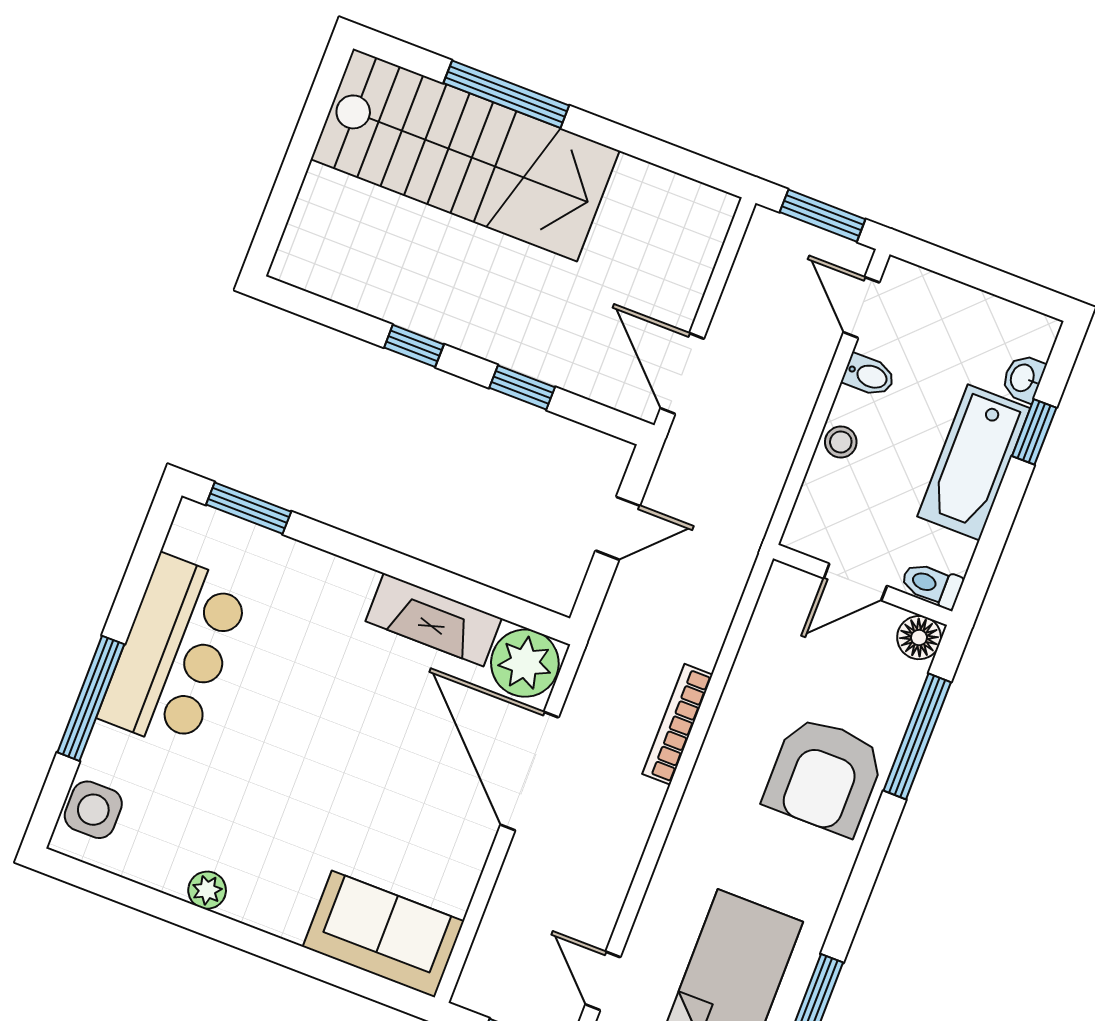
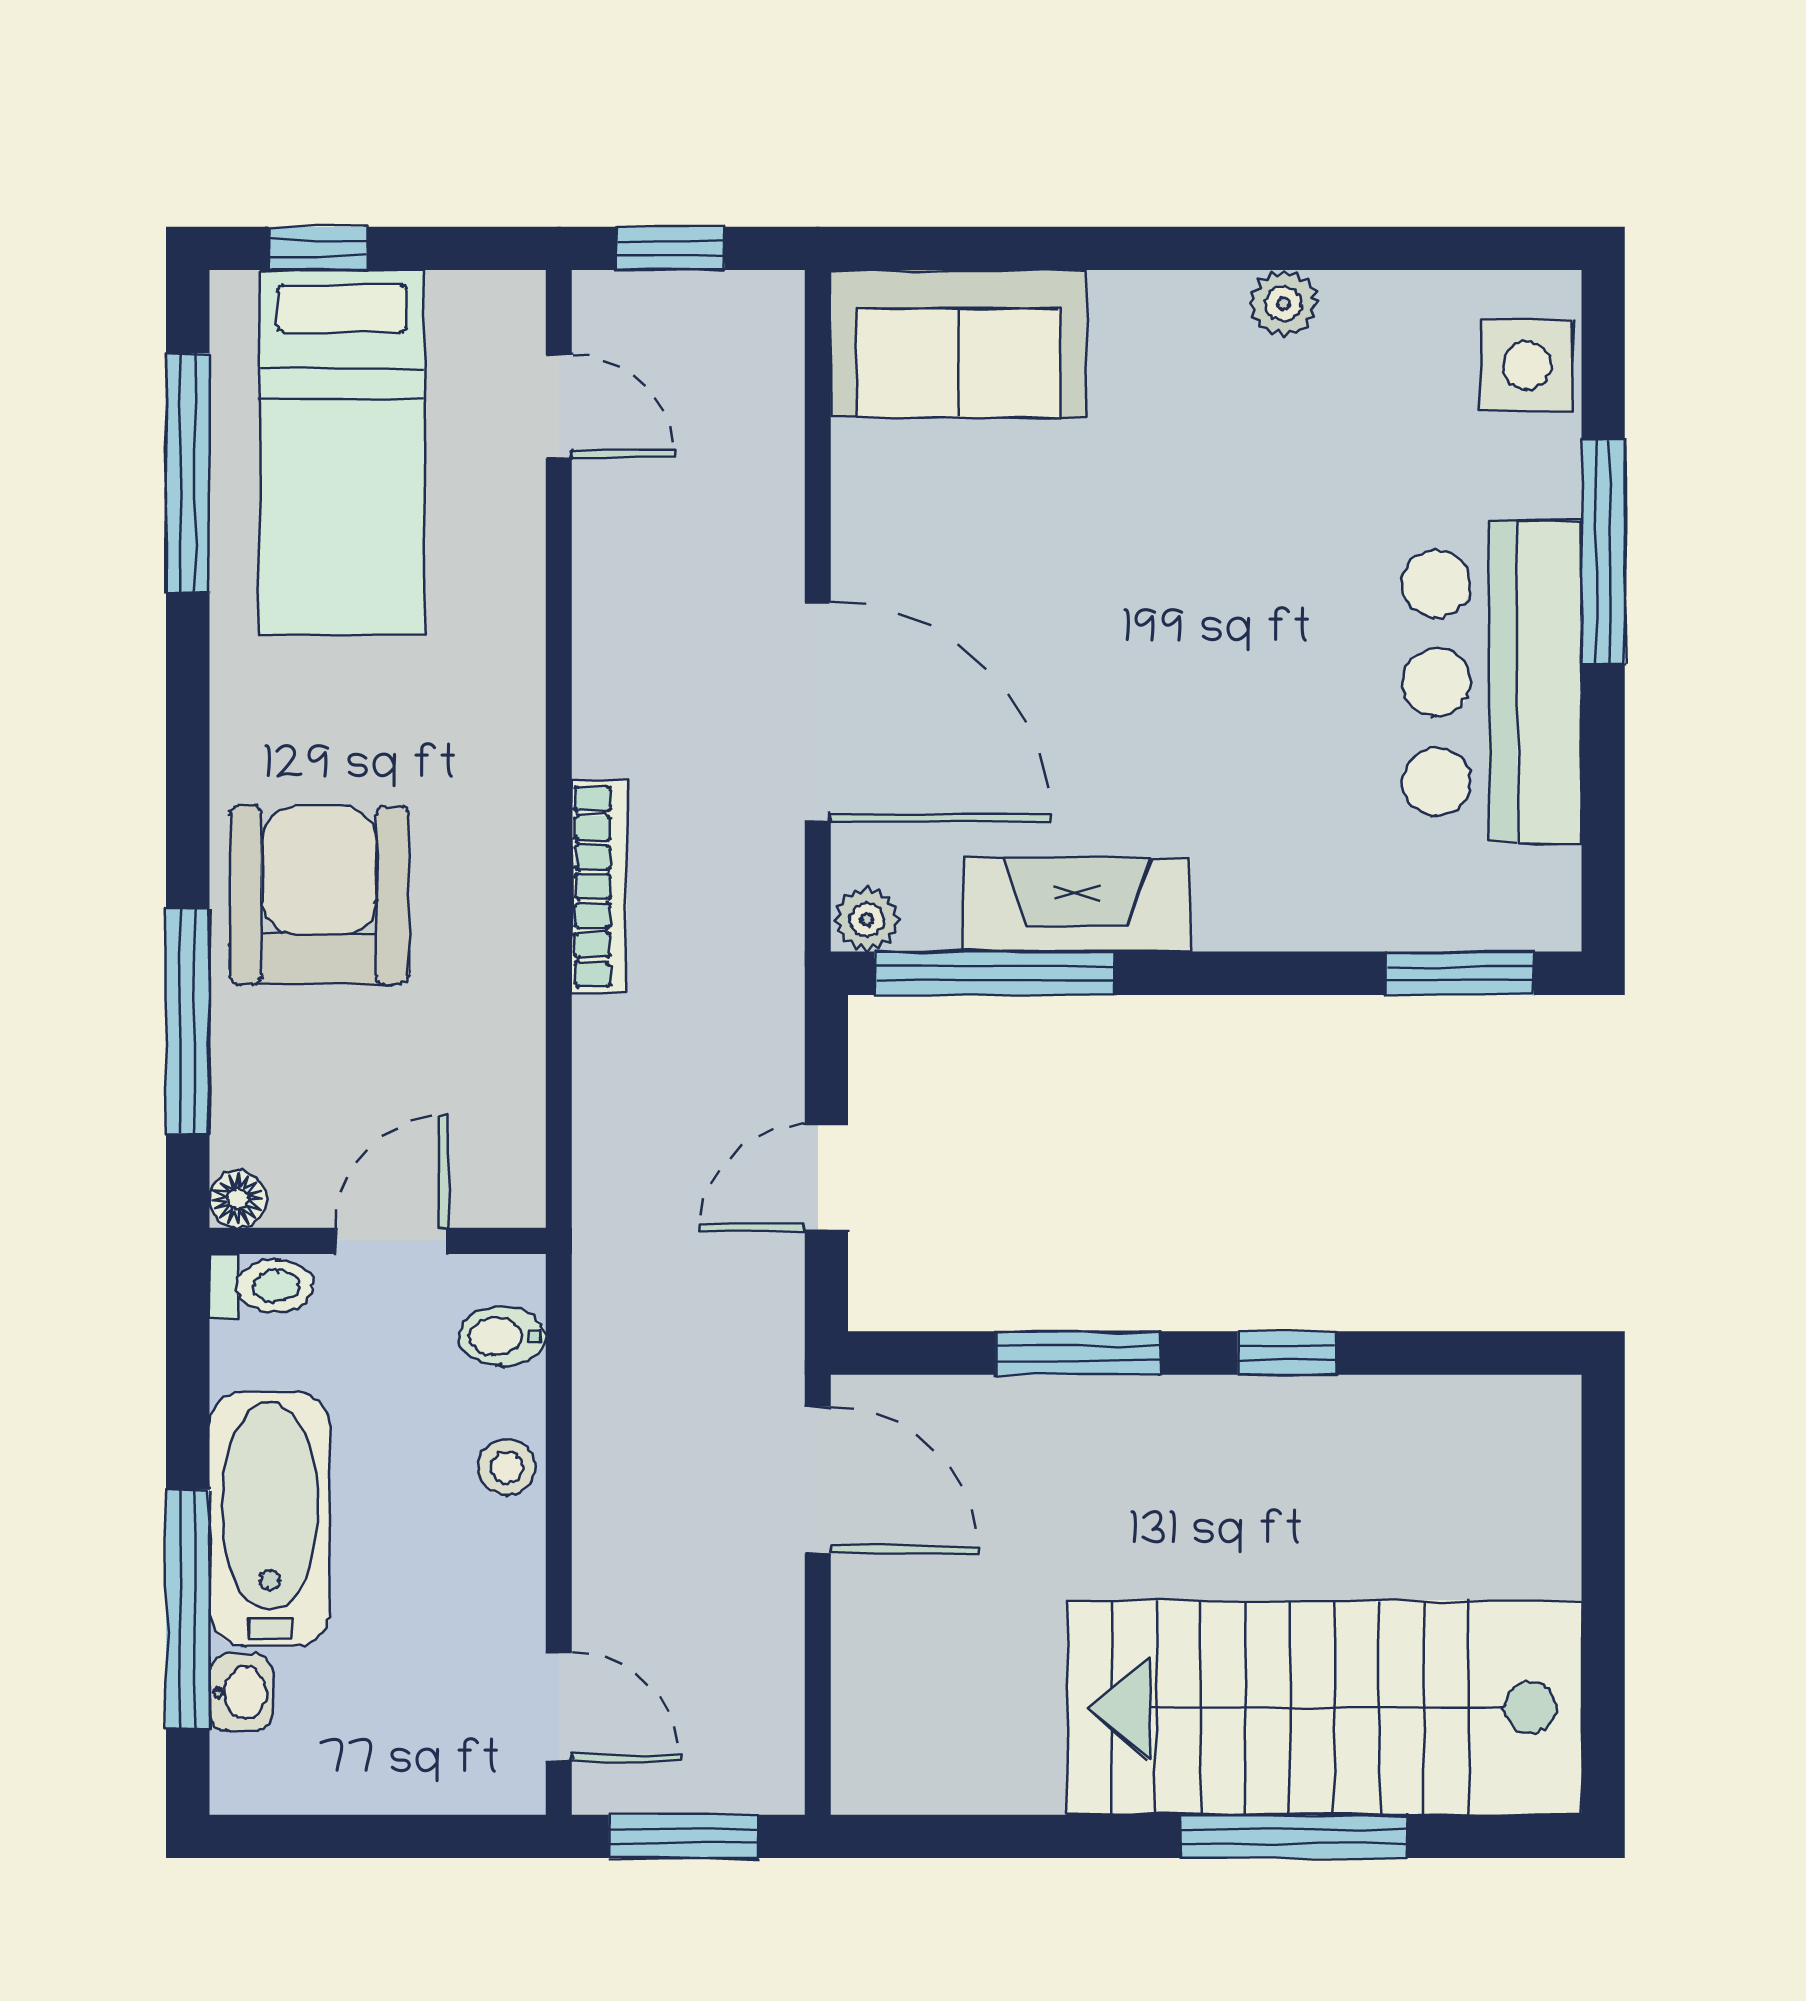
bidet: (869, 375) -> (502, 1337), moved
window: (522, 387) -> (1078, 1353), width x1.50
window: (1034, 432) -> (188, 1609), width x2.17
window: (490, 601) -> (994, 973), added
floor lamp: (919, 638) -> (238, 1199), width x0.73, depth x0.73
plant: (525, 663) -> (867, 919), width x0.53, depth x0.53

